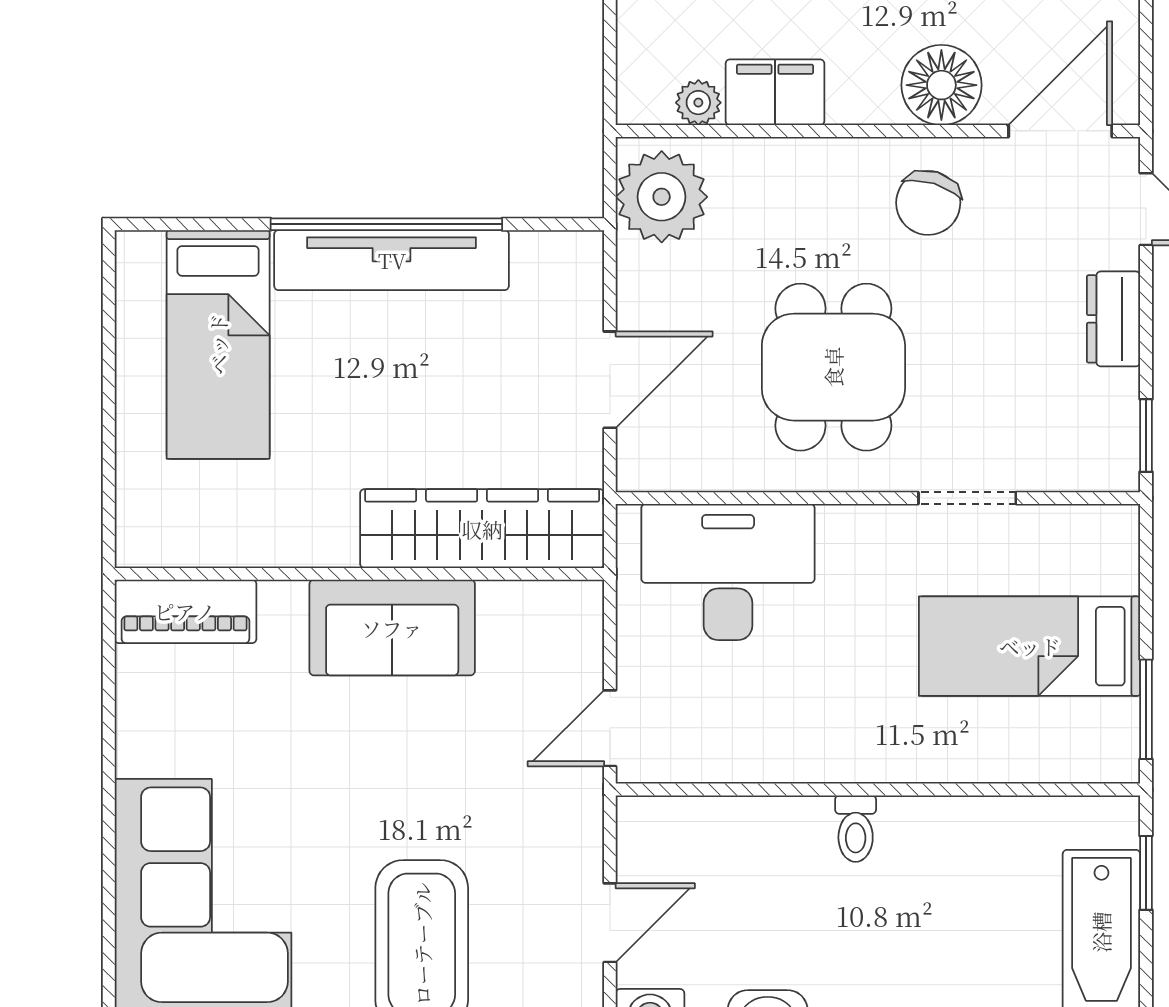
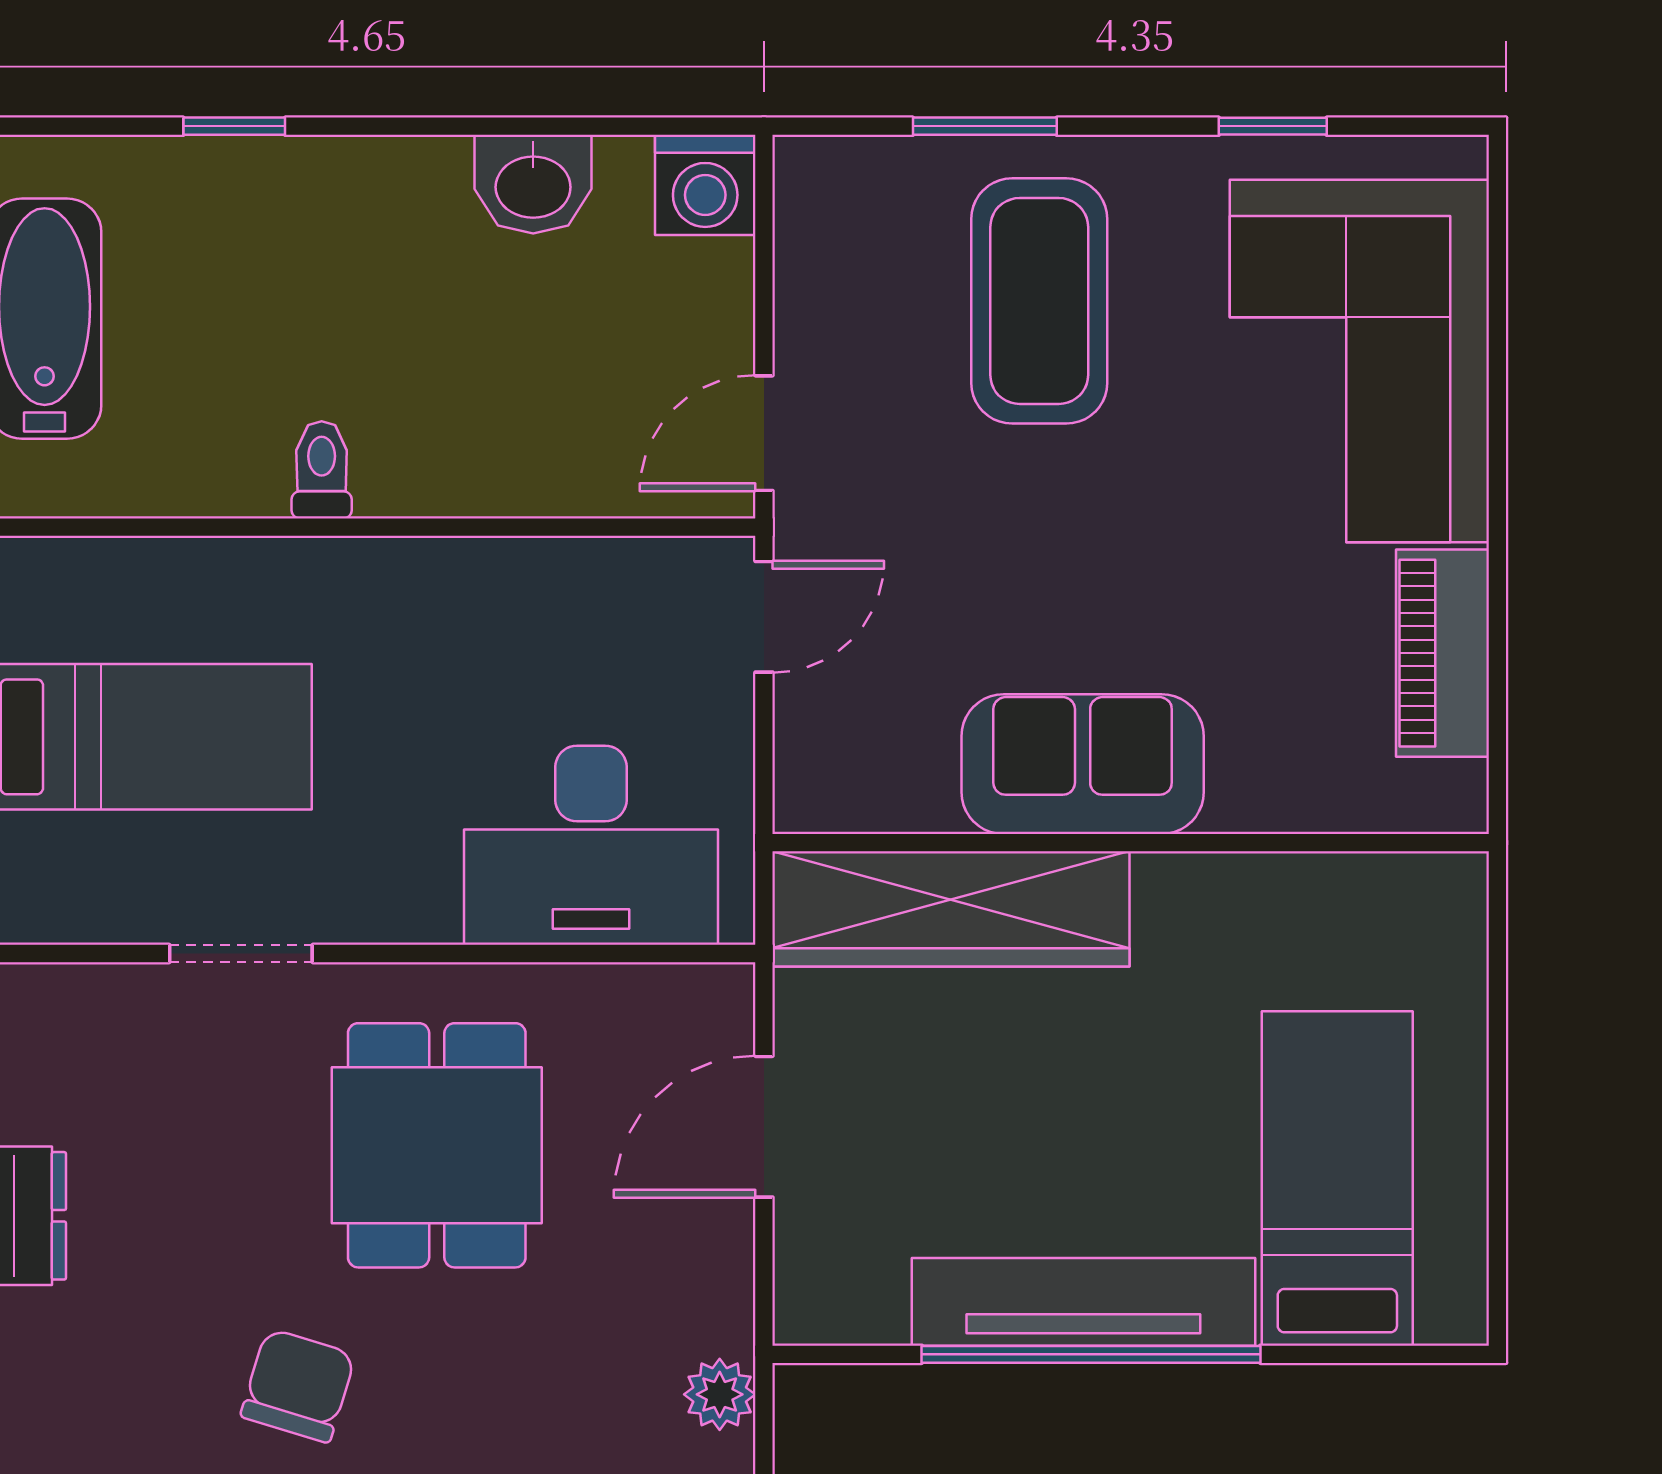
plant: (662, 197) -> (720, 1394), width x0.53, depth x0.53
piano: (185, 611) -> (1442, 653), moved, turned -90
toilet: (856, 829) -> (322, 470), moved
door: (610, 923) -> (764, 433), moved

